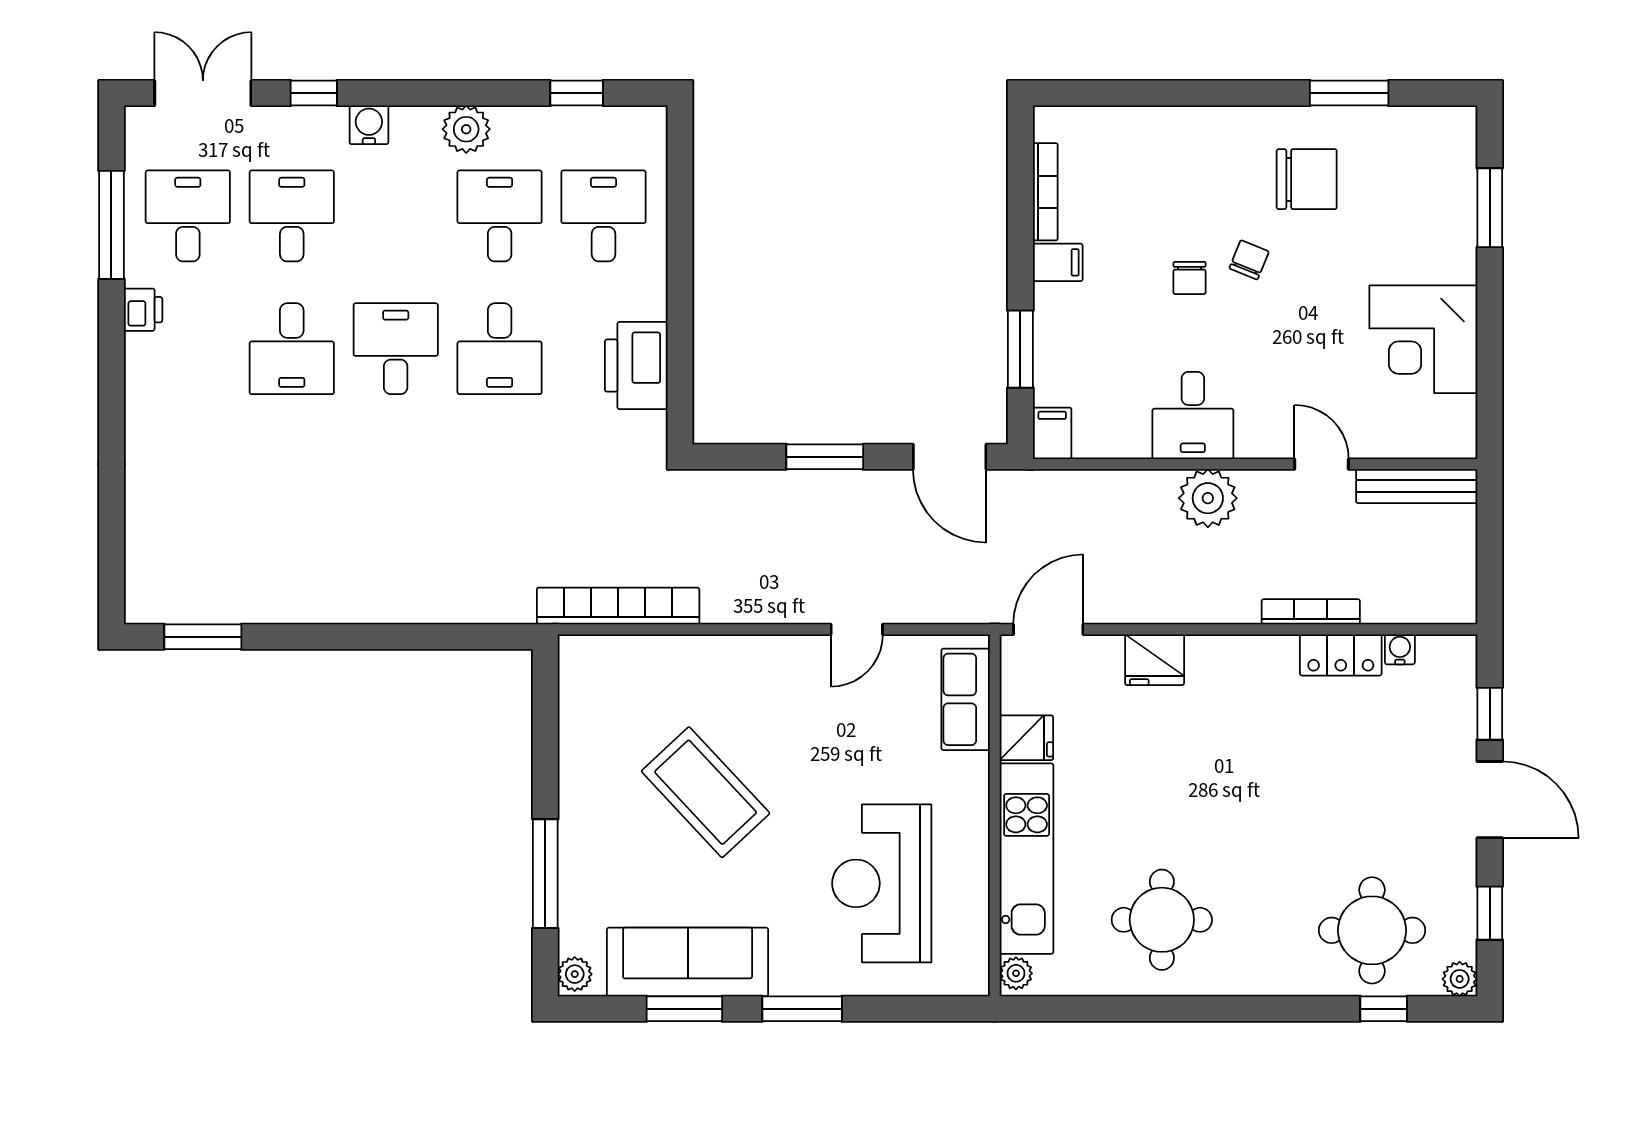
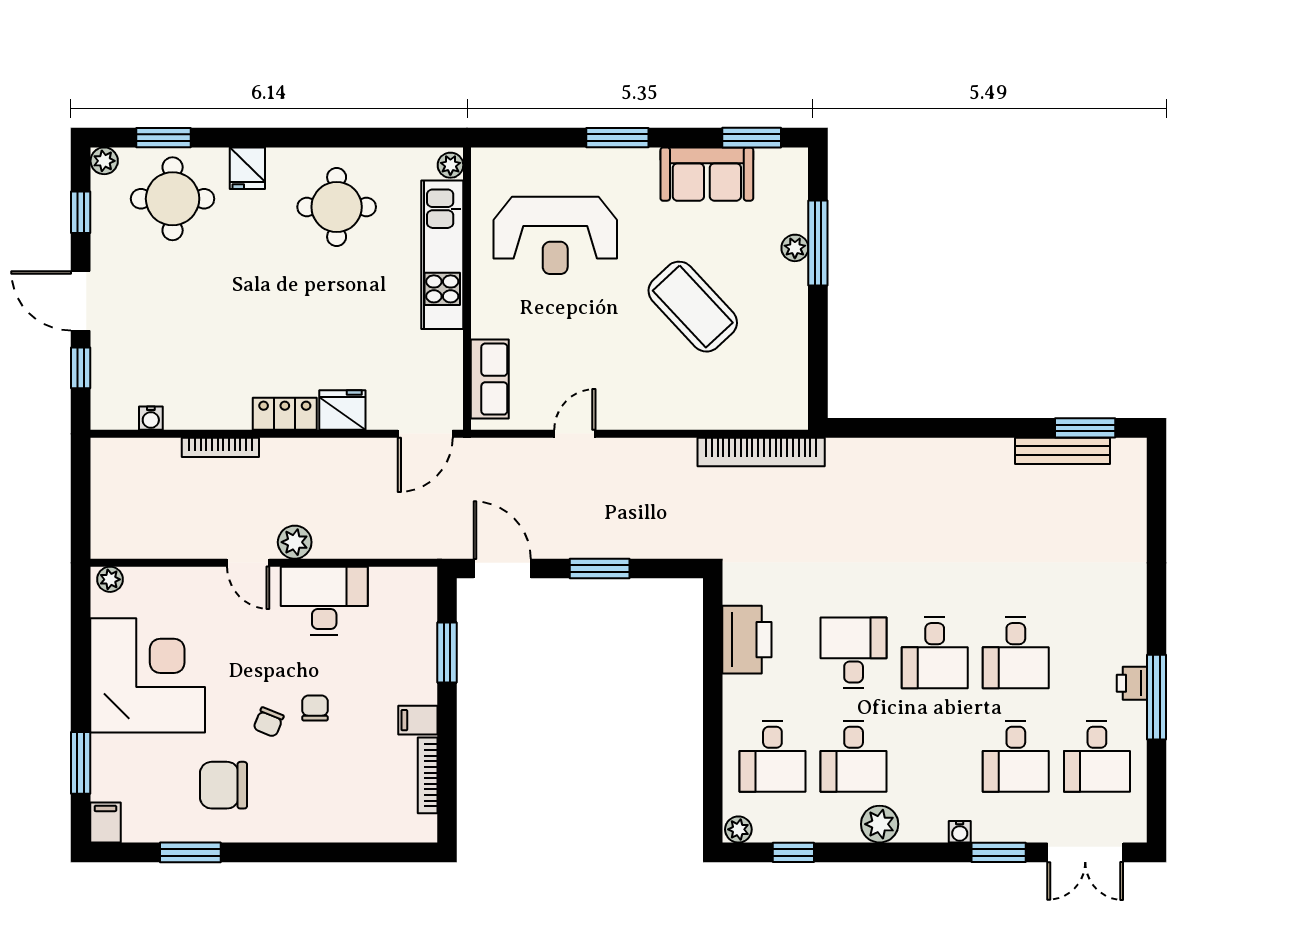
window: (314, 93) -> (999, 852), width x1.50
plant: (647, 122) -> (738, 829), added
water cooler: (369, 125) -> (960, 832), width x0.72, depth x0.72
window: (111, 225) -> (1157, 697), moved
corner desk: (1423, 339) -> (148, 675), width x1.36, depth x1.36
desk: (292, 349) -> (1016, 653), turned 180
desk: (1193, 416) -> (324, 601), width x1.37
filing cabinet: (1052, 433) -> (105, 823), moved, turned 180
plant: (1452, 443) -> (110, 579), added
door: (1322, 464) -> (248, 563), moved
bench: (1417, 486) -> (1063, 451), moved
plant: (1208, 498) -> (295, 542), width x0.73, depth x0.73
locker: (1341, 655) -> (285, 414), moved
fridge: (1026, 738) -> (247, 168), moved, turned -90
reception desk: (882, 883) -> (555, 235), turned 90
sofa: (688, 962) -> (707, 174), width x0.73
plant: (575, 974) -> (795, 248), moved
window: (684, 1009) -> (752, 138), moved
window: (1384, 1009) -> (163, 138), width x1.50

